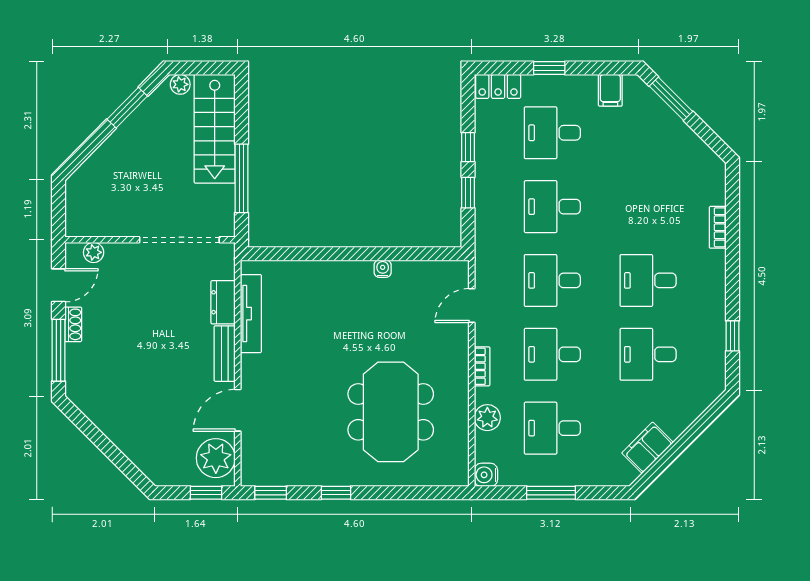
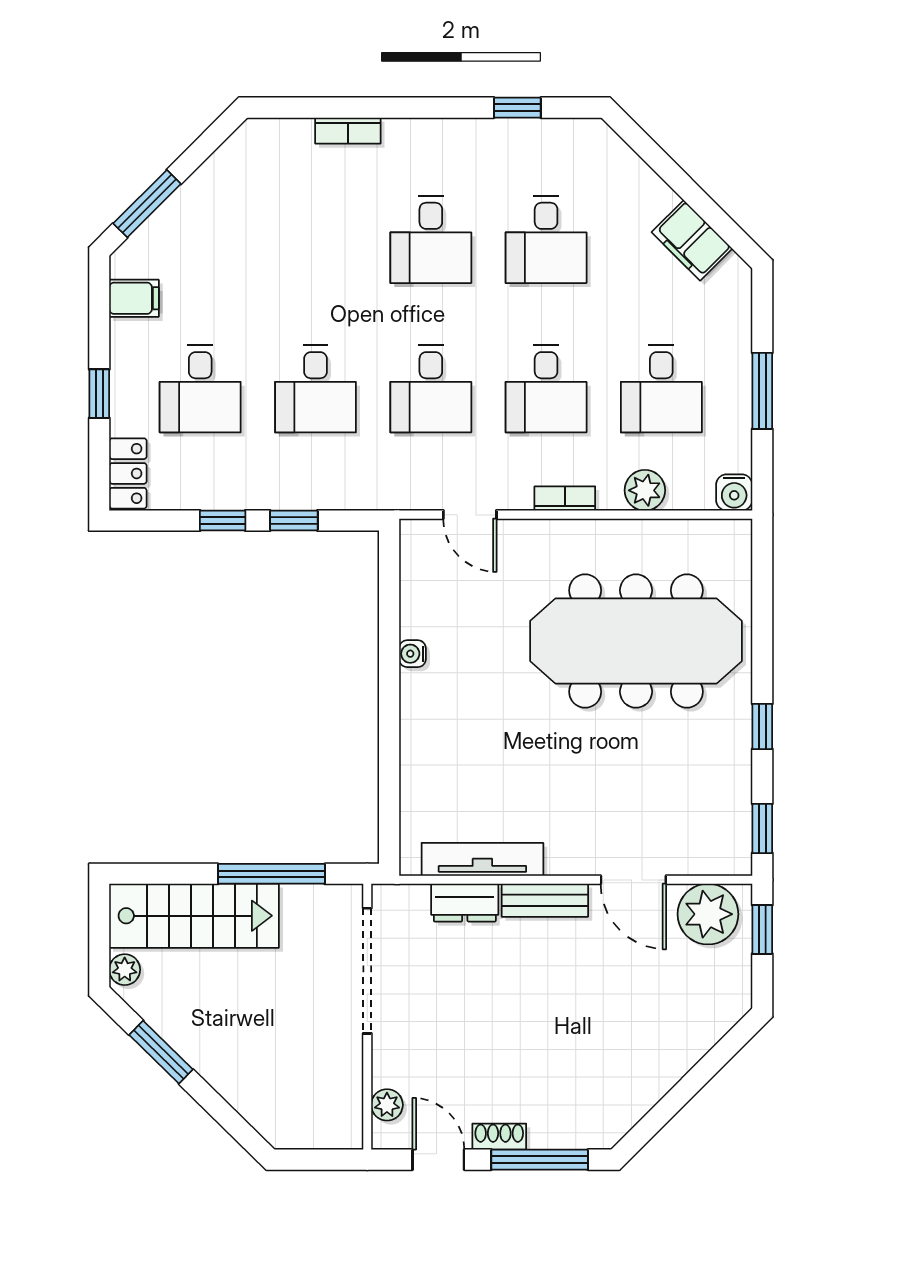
meeting table: (391, 412) -> (636, 641), width x1.36

